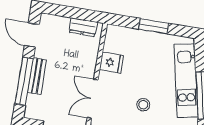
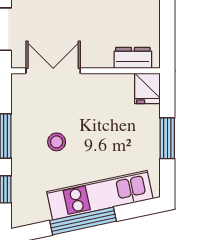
dresser: (83, 27) -> (133, 58), moved, turned 90
fridge: (111, 62) -> (147, 88), moved

